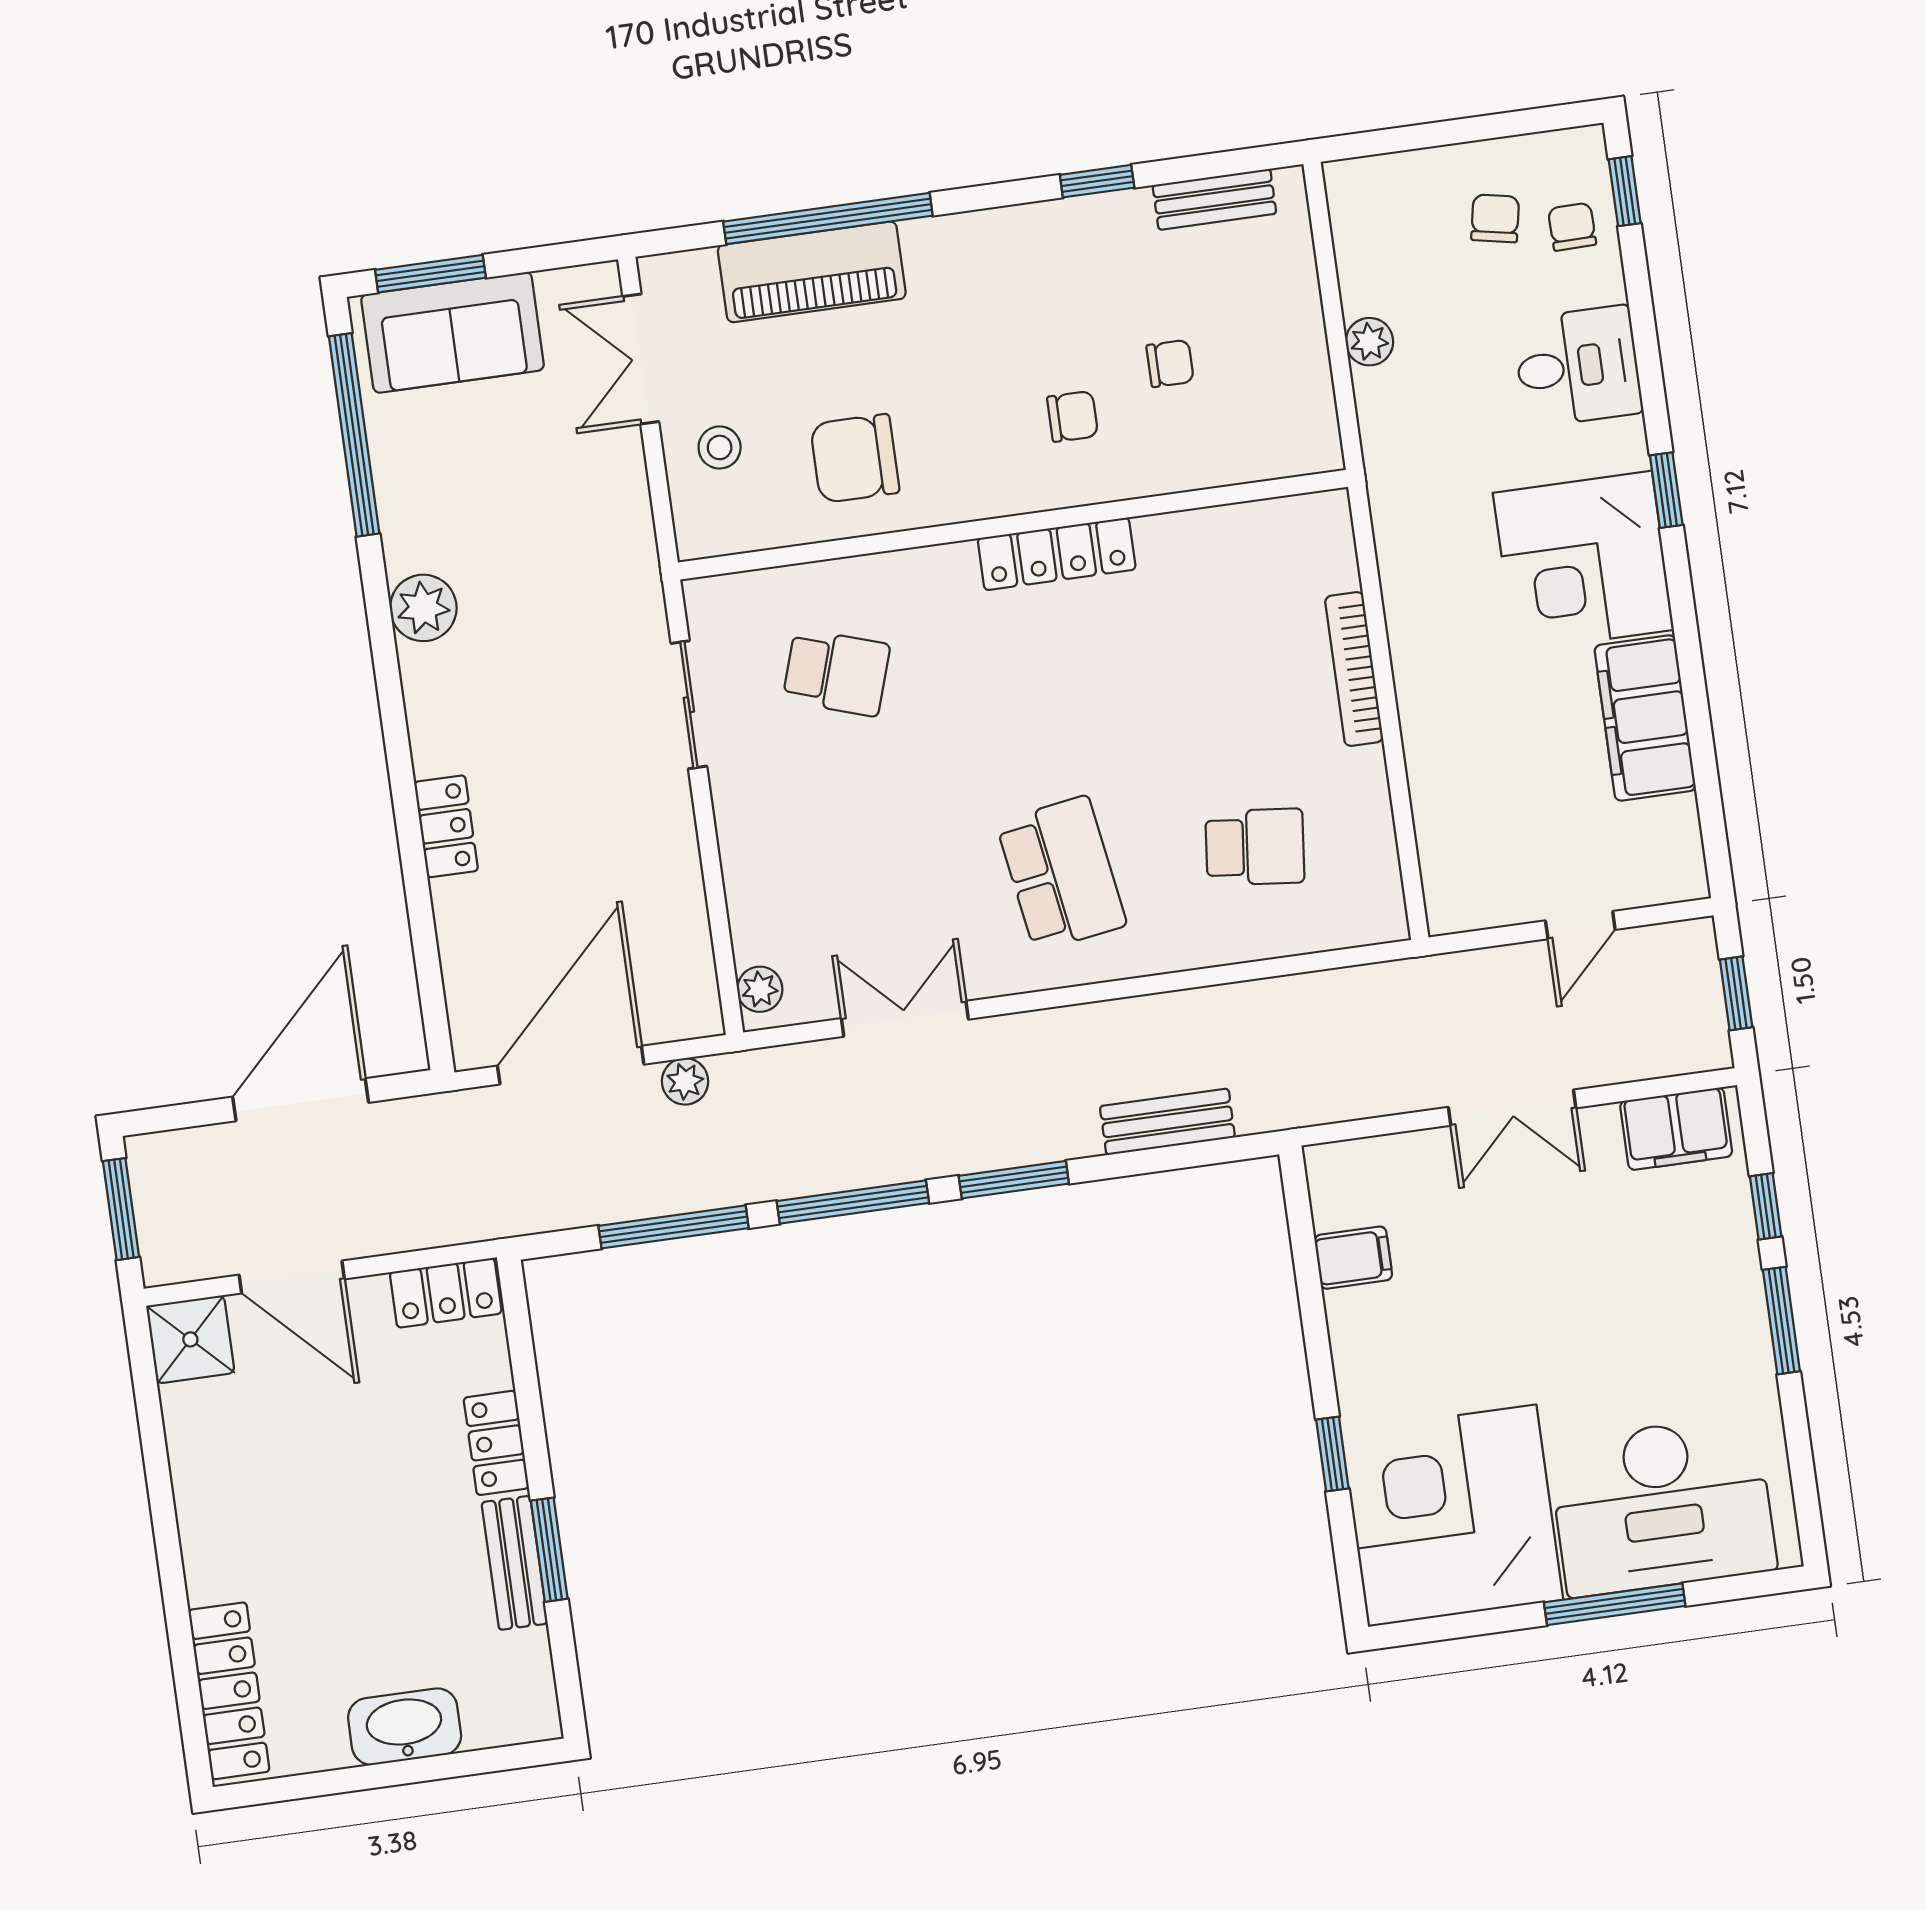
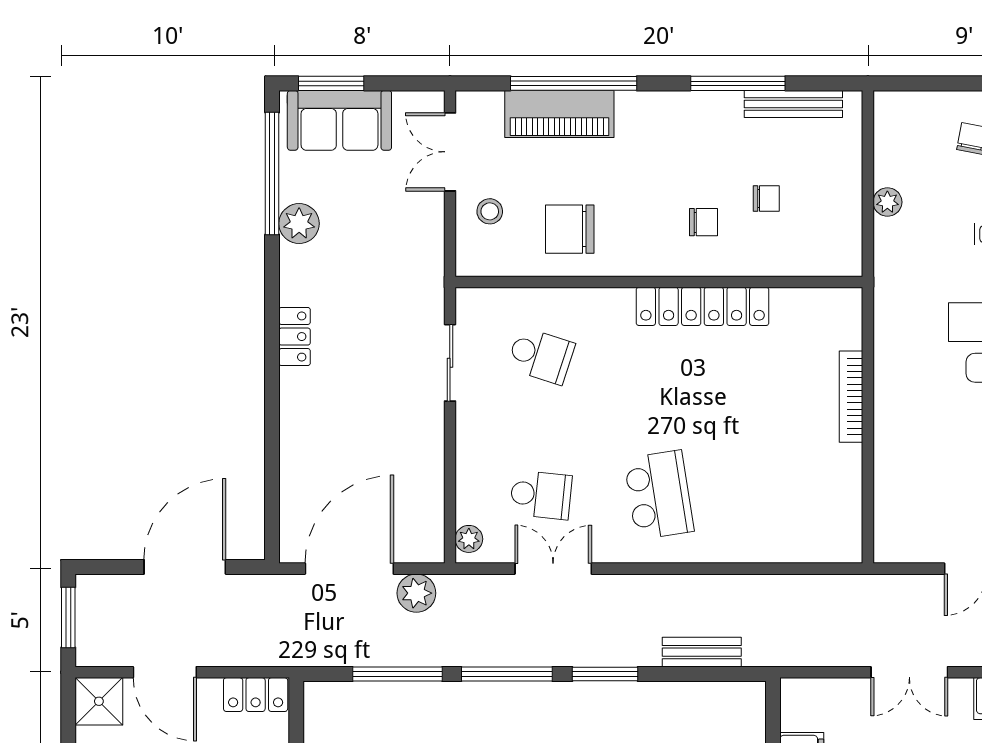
window: (1097, 181) -> (738, 83), width x2.17
bench: (1214, 199) -> (793, 104), width x1.36
locker: (1057, 554) -> (703, 306), width x1.41, depth x1.21
plant: (423, 608) -> (299, 224), moved
locker: (446, 826) -> (295, 337), moved
school desk: (1255, 847) -> (541, 495), moved
plant: (685, 1081) -> (416, 593), width x1.38, depth x1.38

